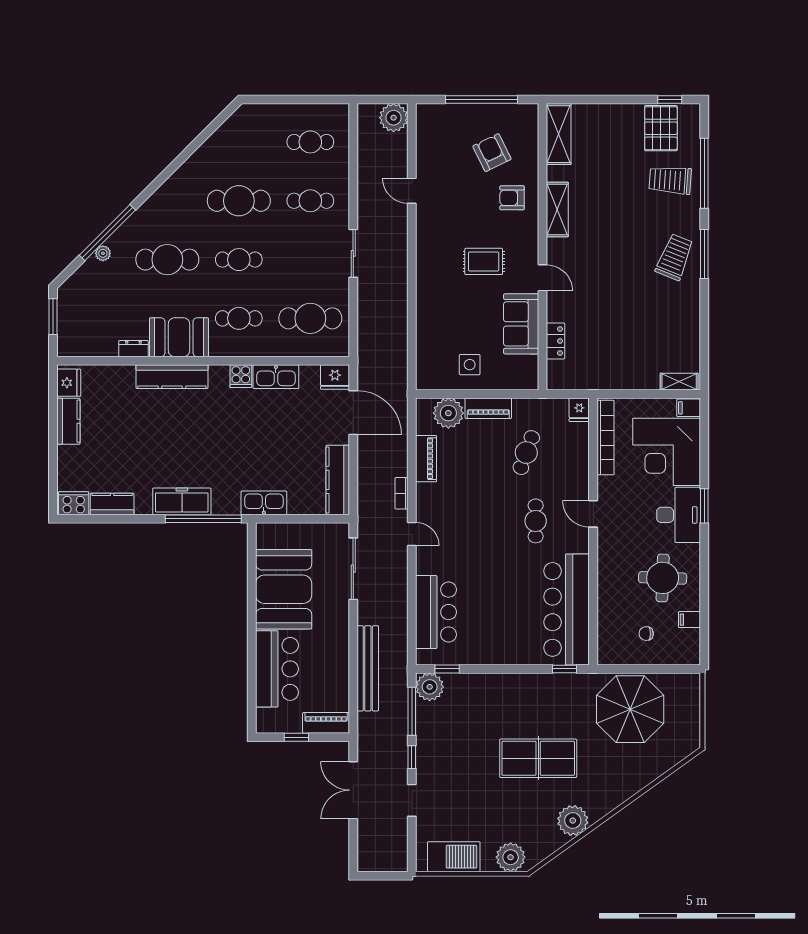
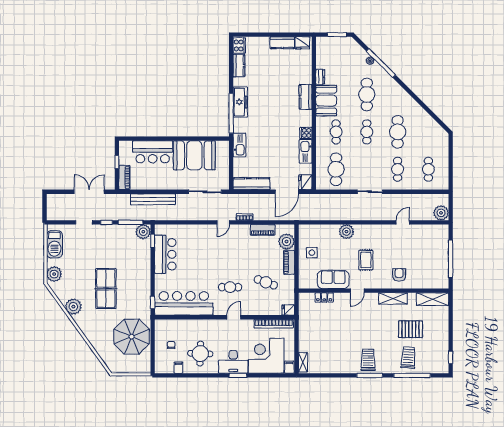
pallet: (661, 128) -> (411, 329), moved
armchair: (492, 153) -> (423, 264), removed
trolley: (675, 257) -> (368, 360), turned -112
plant: (430, 299) -> (346, 232), added
kitchen counter: (172, 377) -> (306, 97), width x0.67
bar counter: (436, 612) -> (165, 254), moved, turned -90

